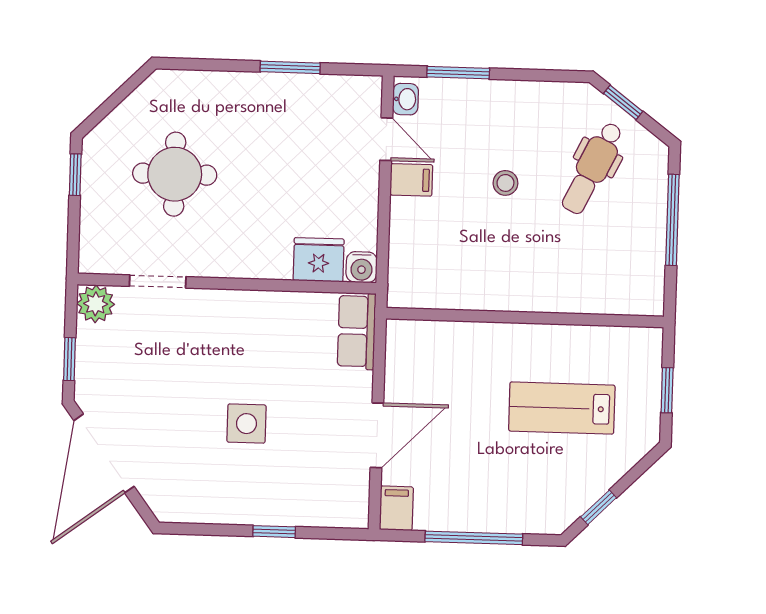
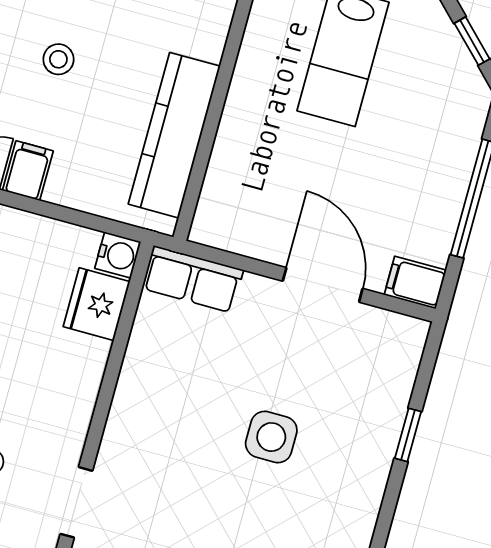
kitchen counter: (467, 289) -> (174, 135), added

